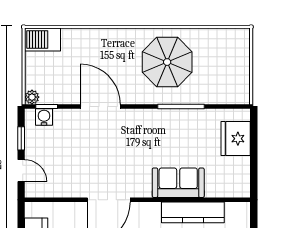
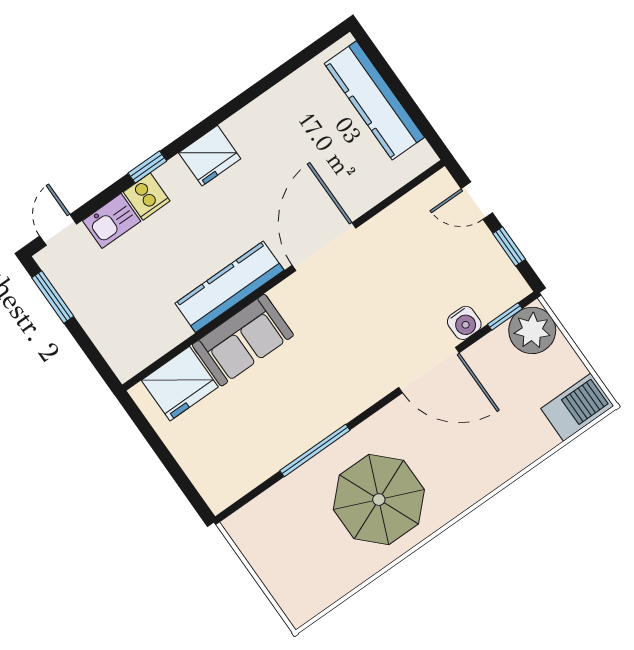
plant: (32, 97) -> (532, 330), width x1.88, depth x1.88
water cooler: (44, 117) -> (464, 323), moved
fridge: (236, 139) -> (180, 384), moved, turned 90
kitchen counter: (193, 212) -> (229, 287), moved

